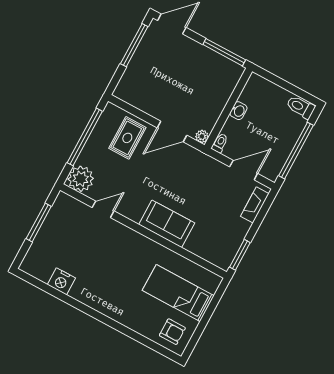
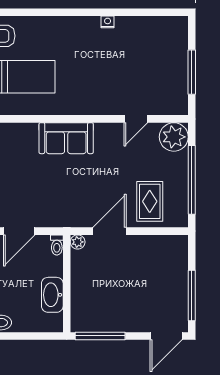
washbasin: (238, 111) -> (52, 295), width x1.91, depth x1.45
nightstand: (61, 281) -> (108, 22), moved, width x0.53, depth x0.56

